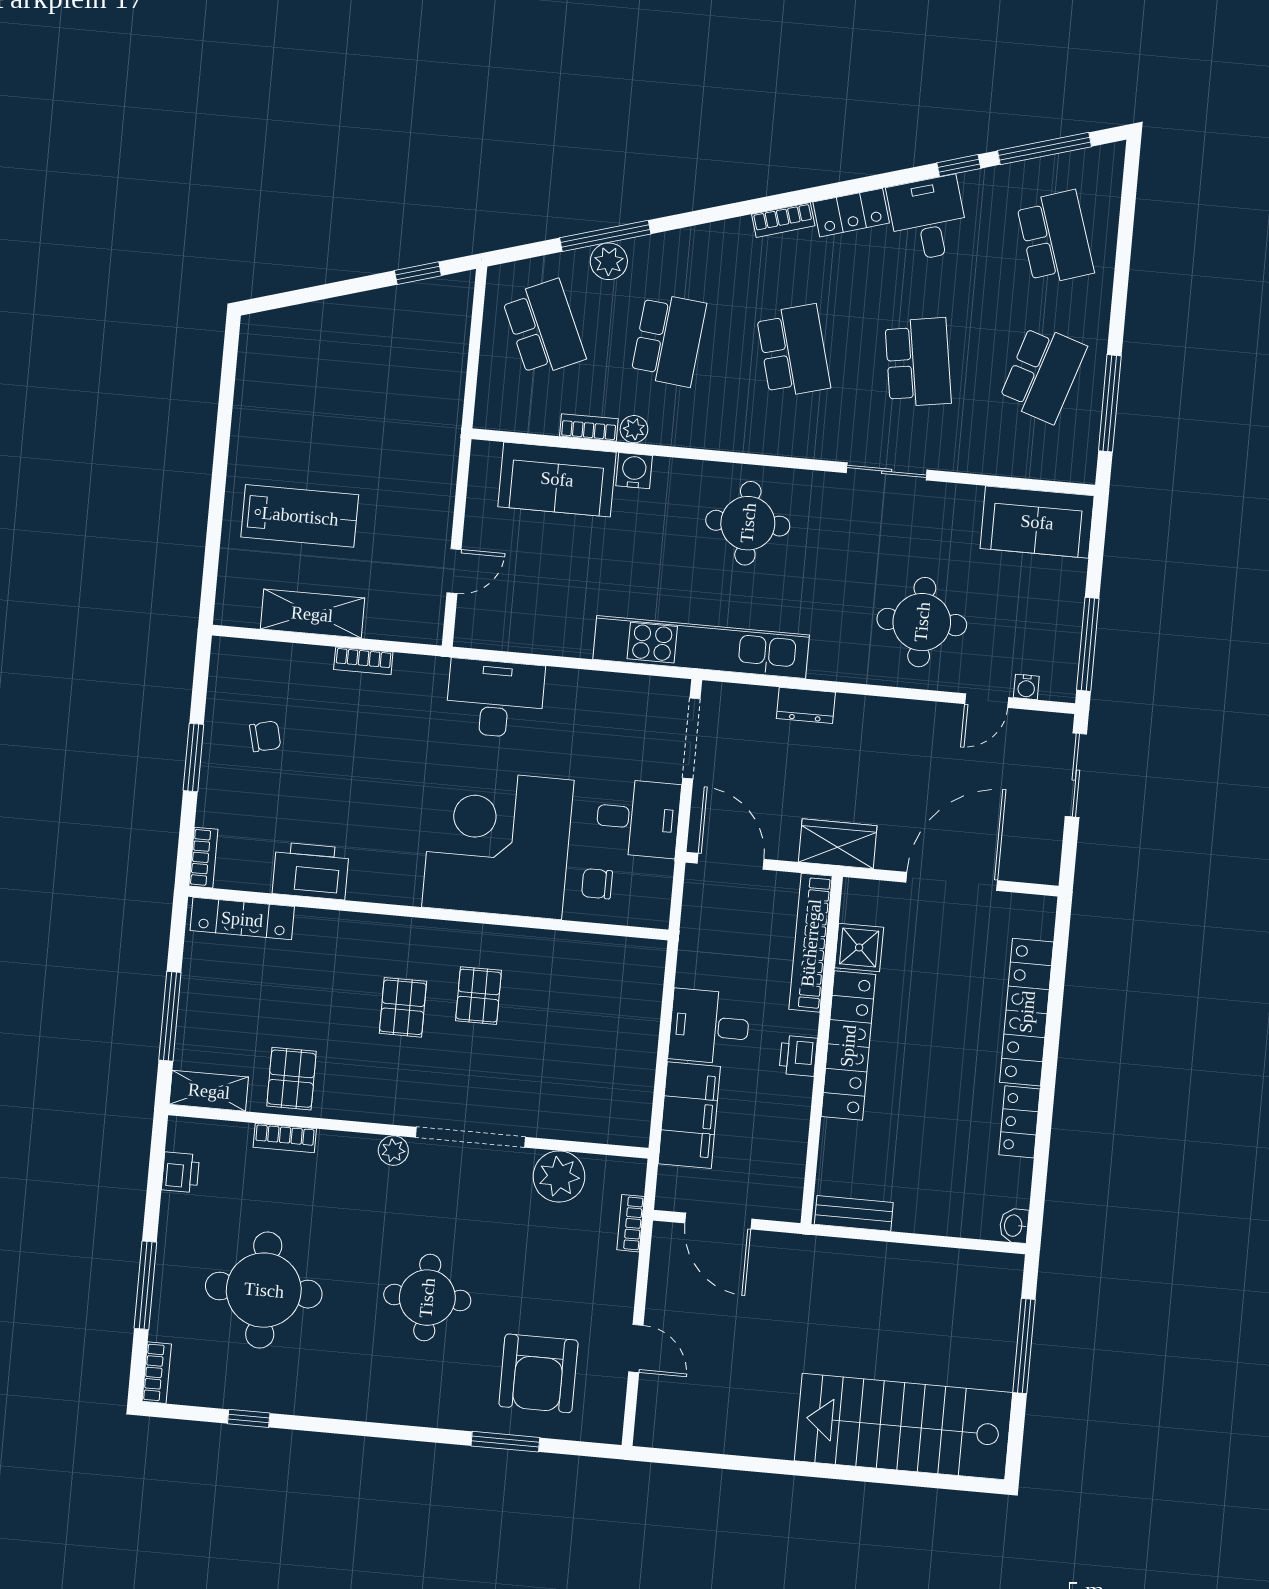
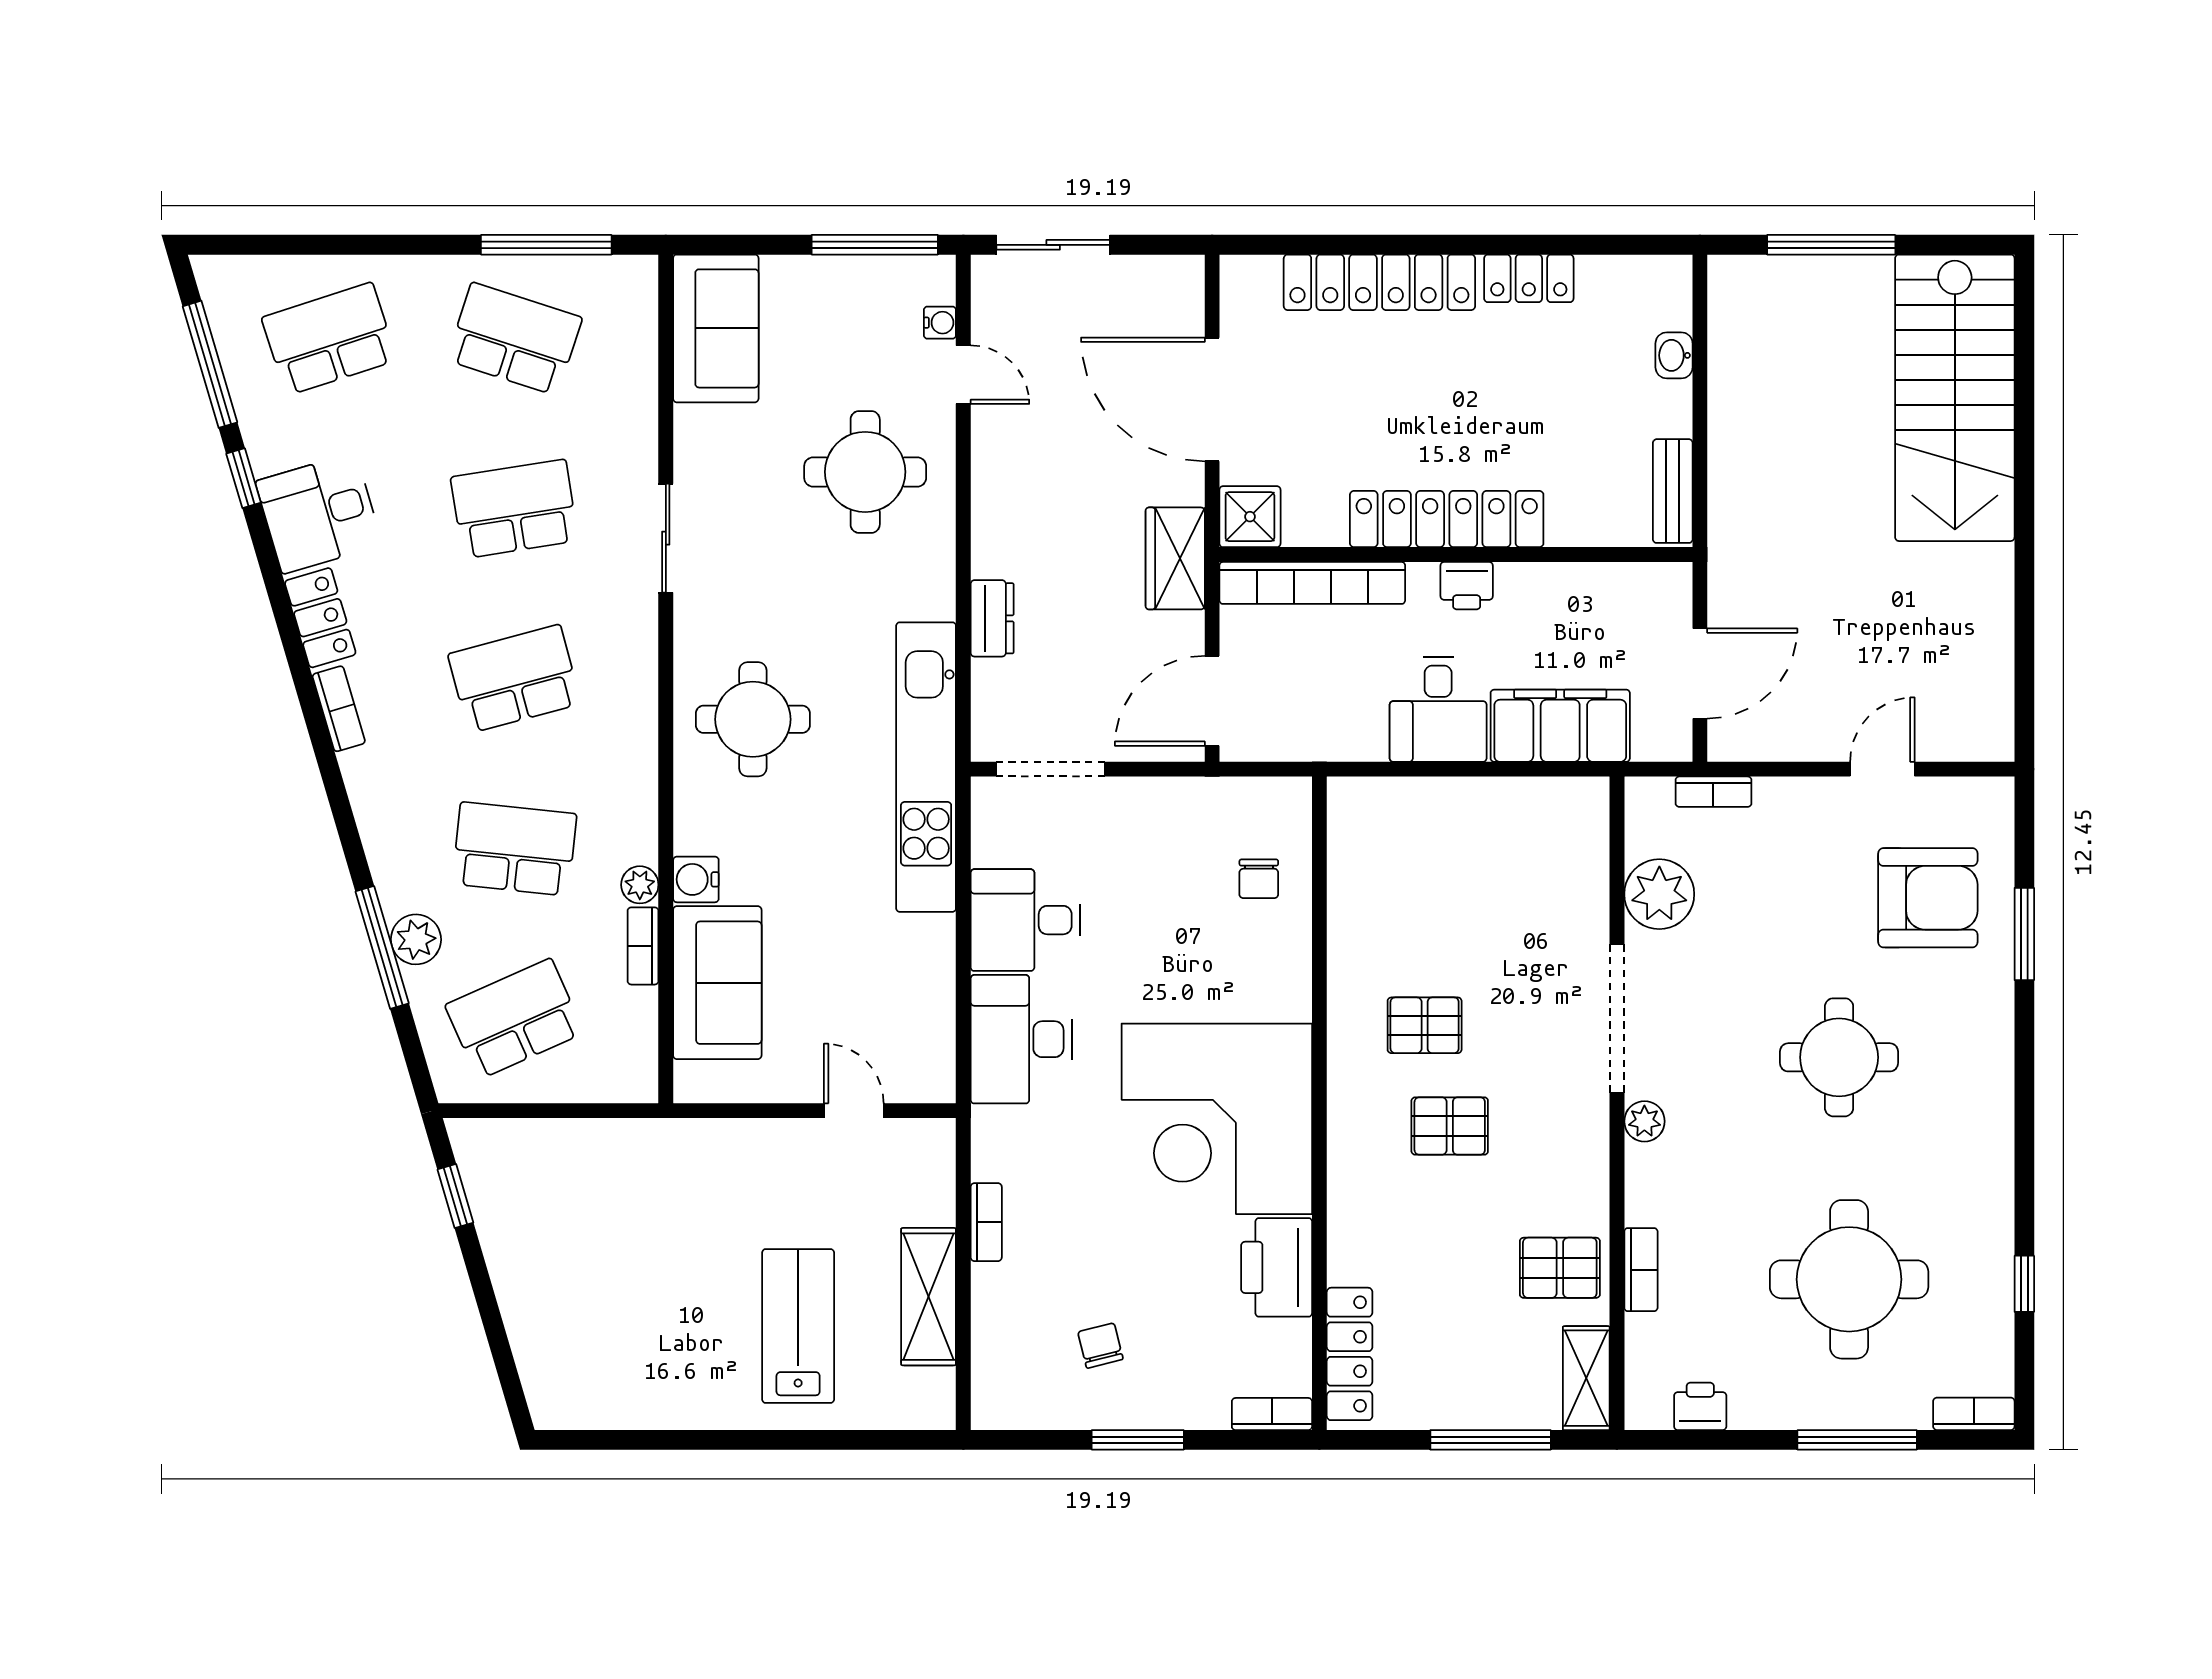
desk: (638, 818) -> (1026, 920), moved, turned -90
corner desk: (498, 844) -> (1217, 1119), moved
shower: (859, 947) -> (1250, 517), moved
washbasin: (1014, 1226) -> (1674, 355), moved, turned 90

